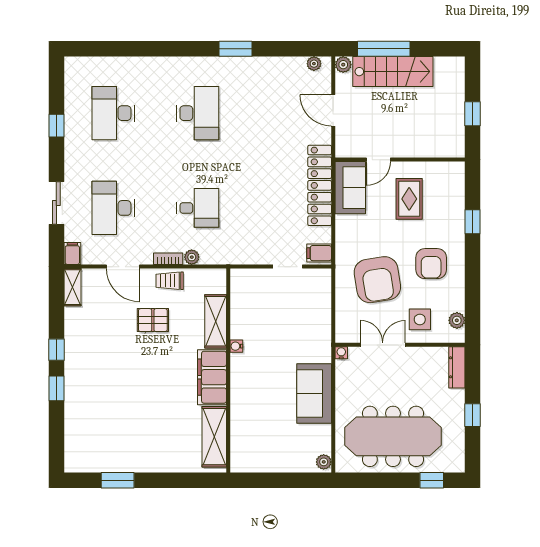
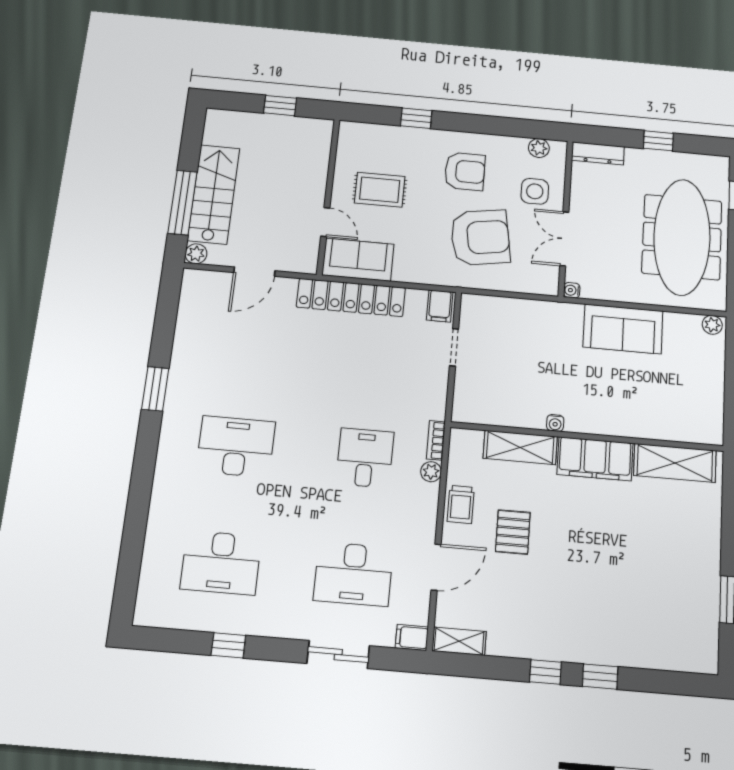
plant: (314, 64) -> (190, 290), removed
bookcase: (168, 259) -> (436, 440), moved

